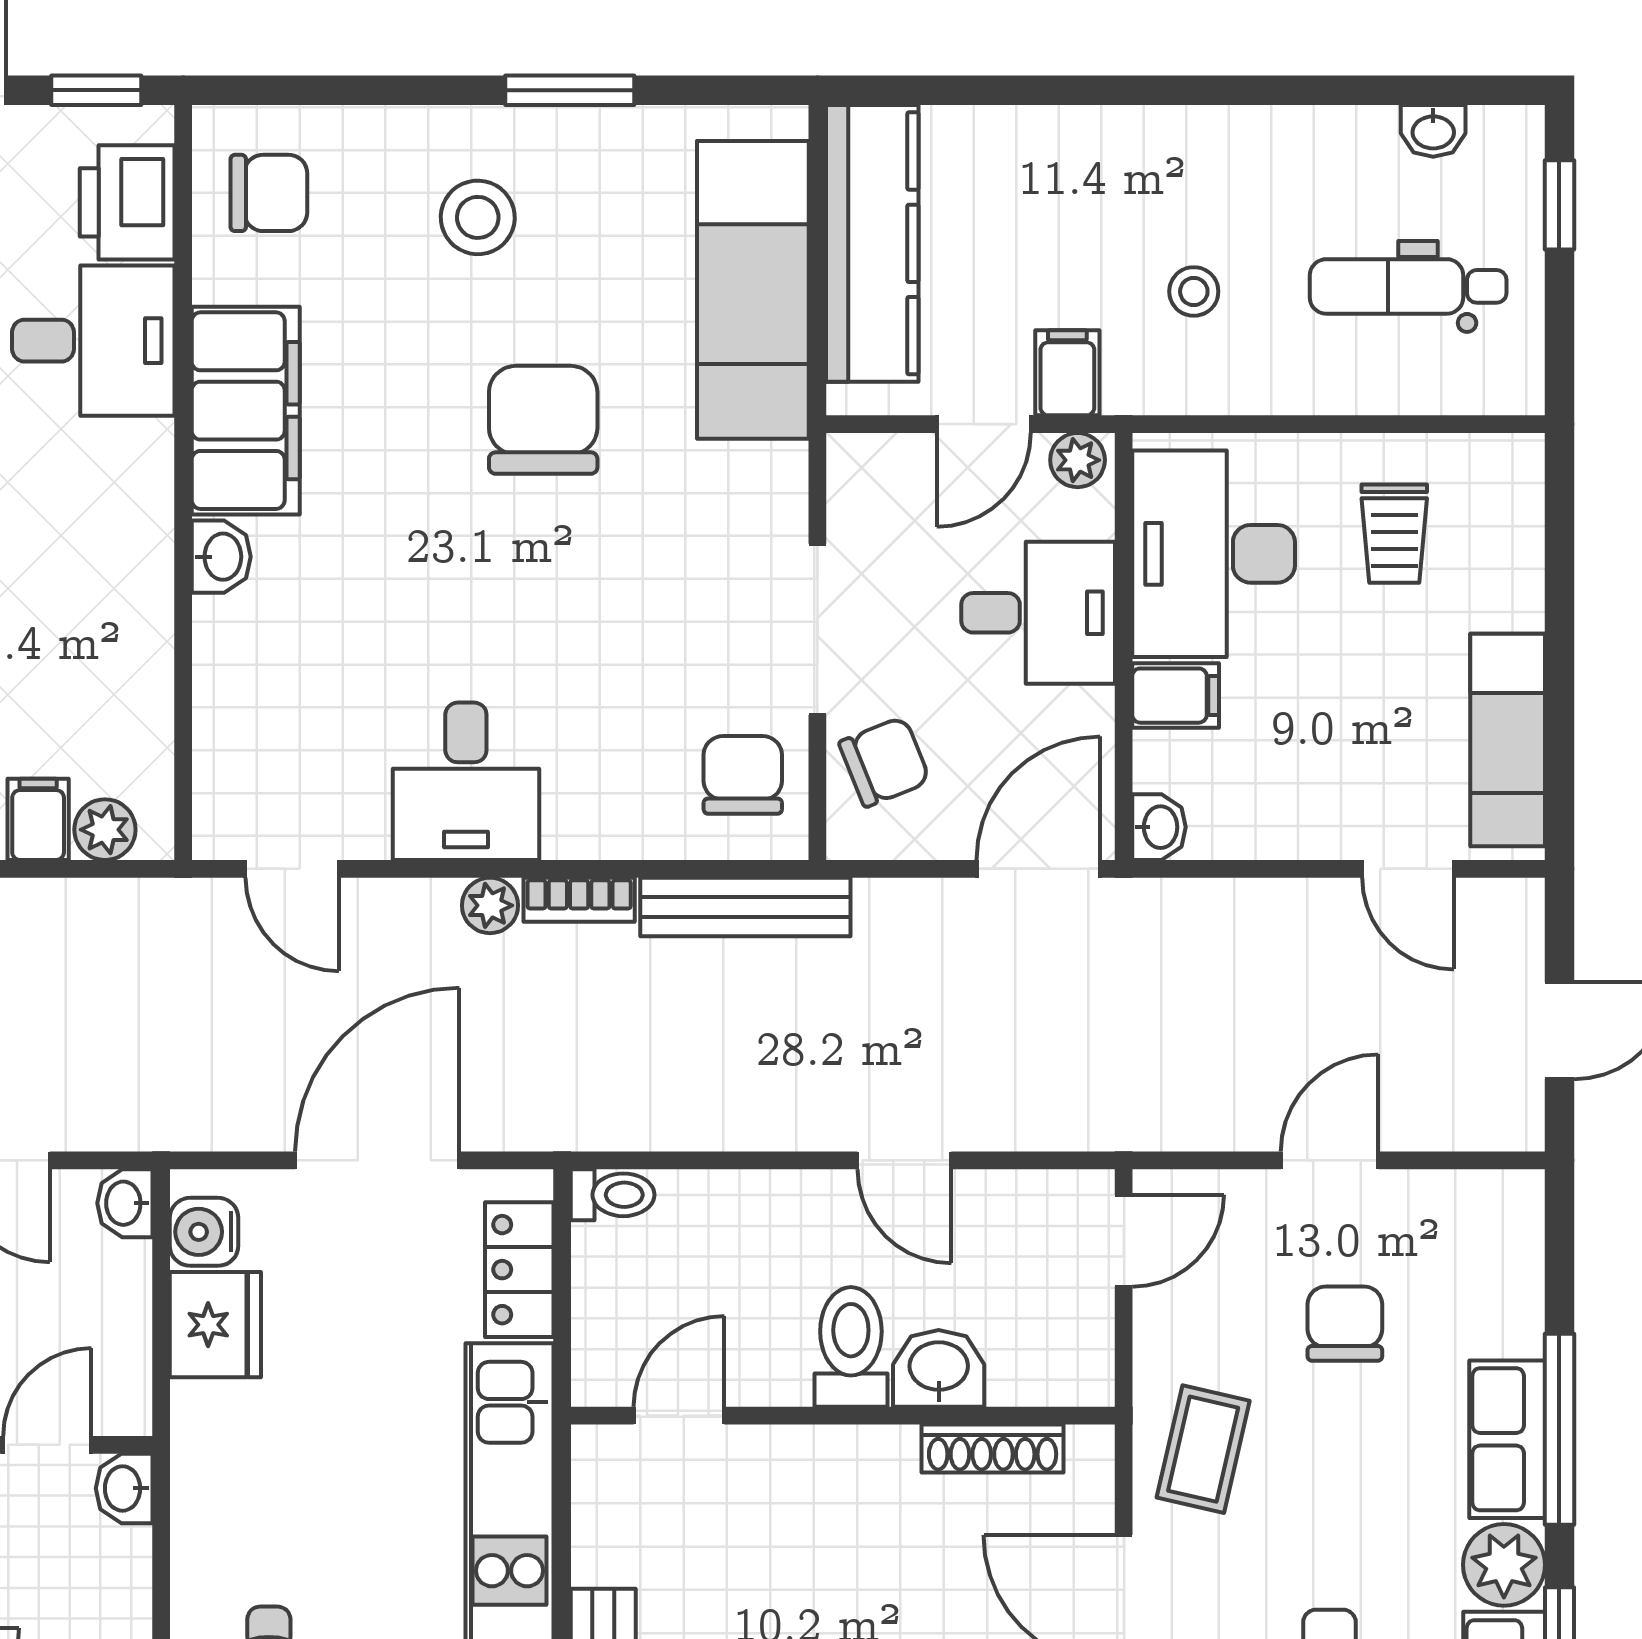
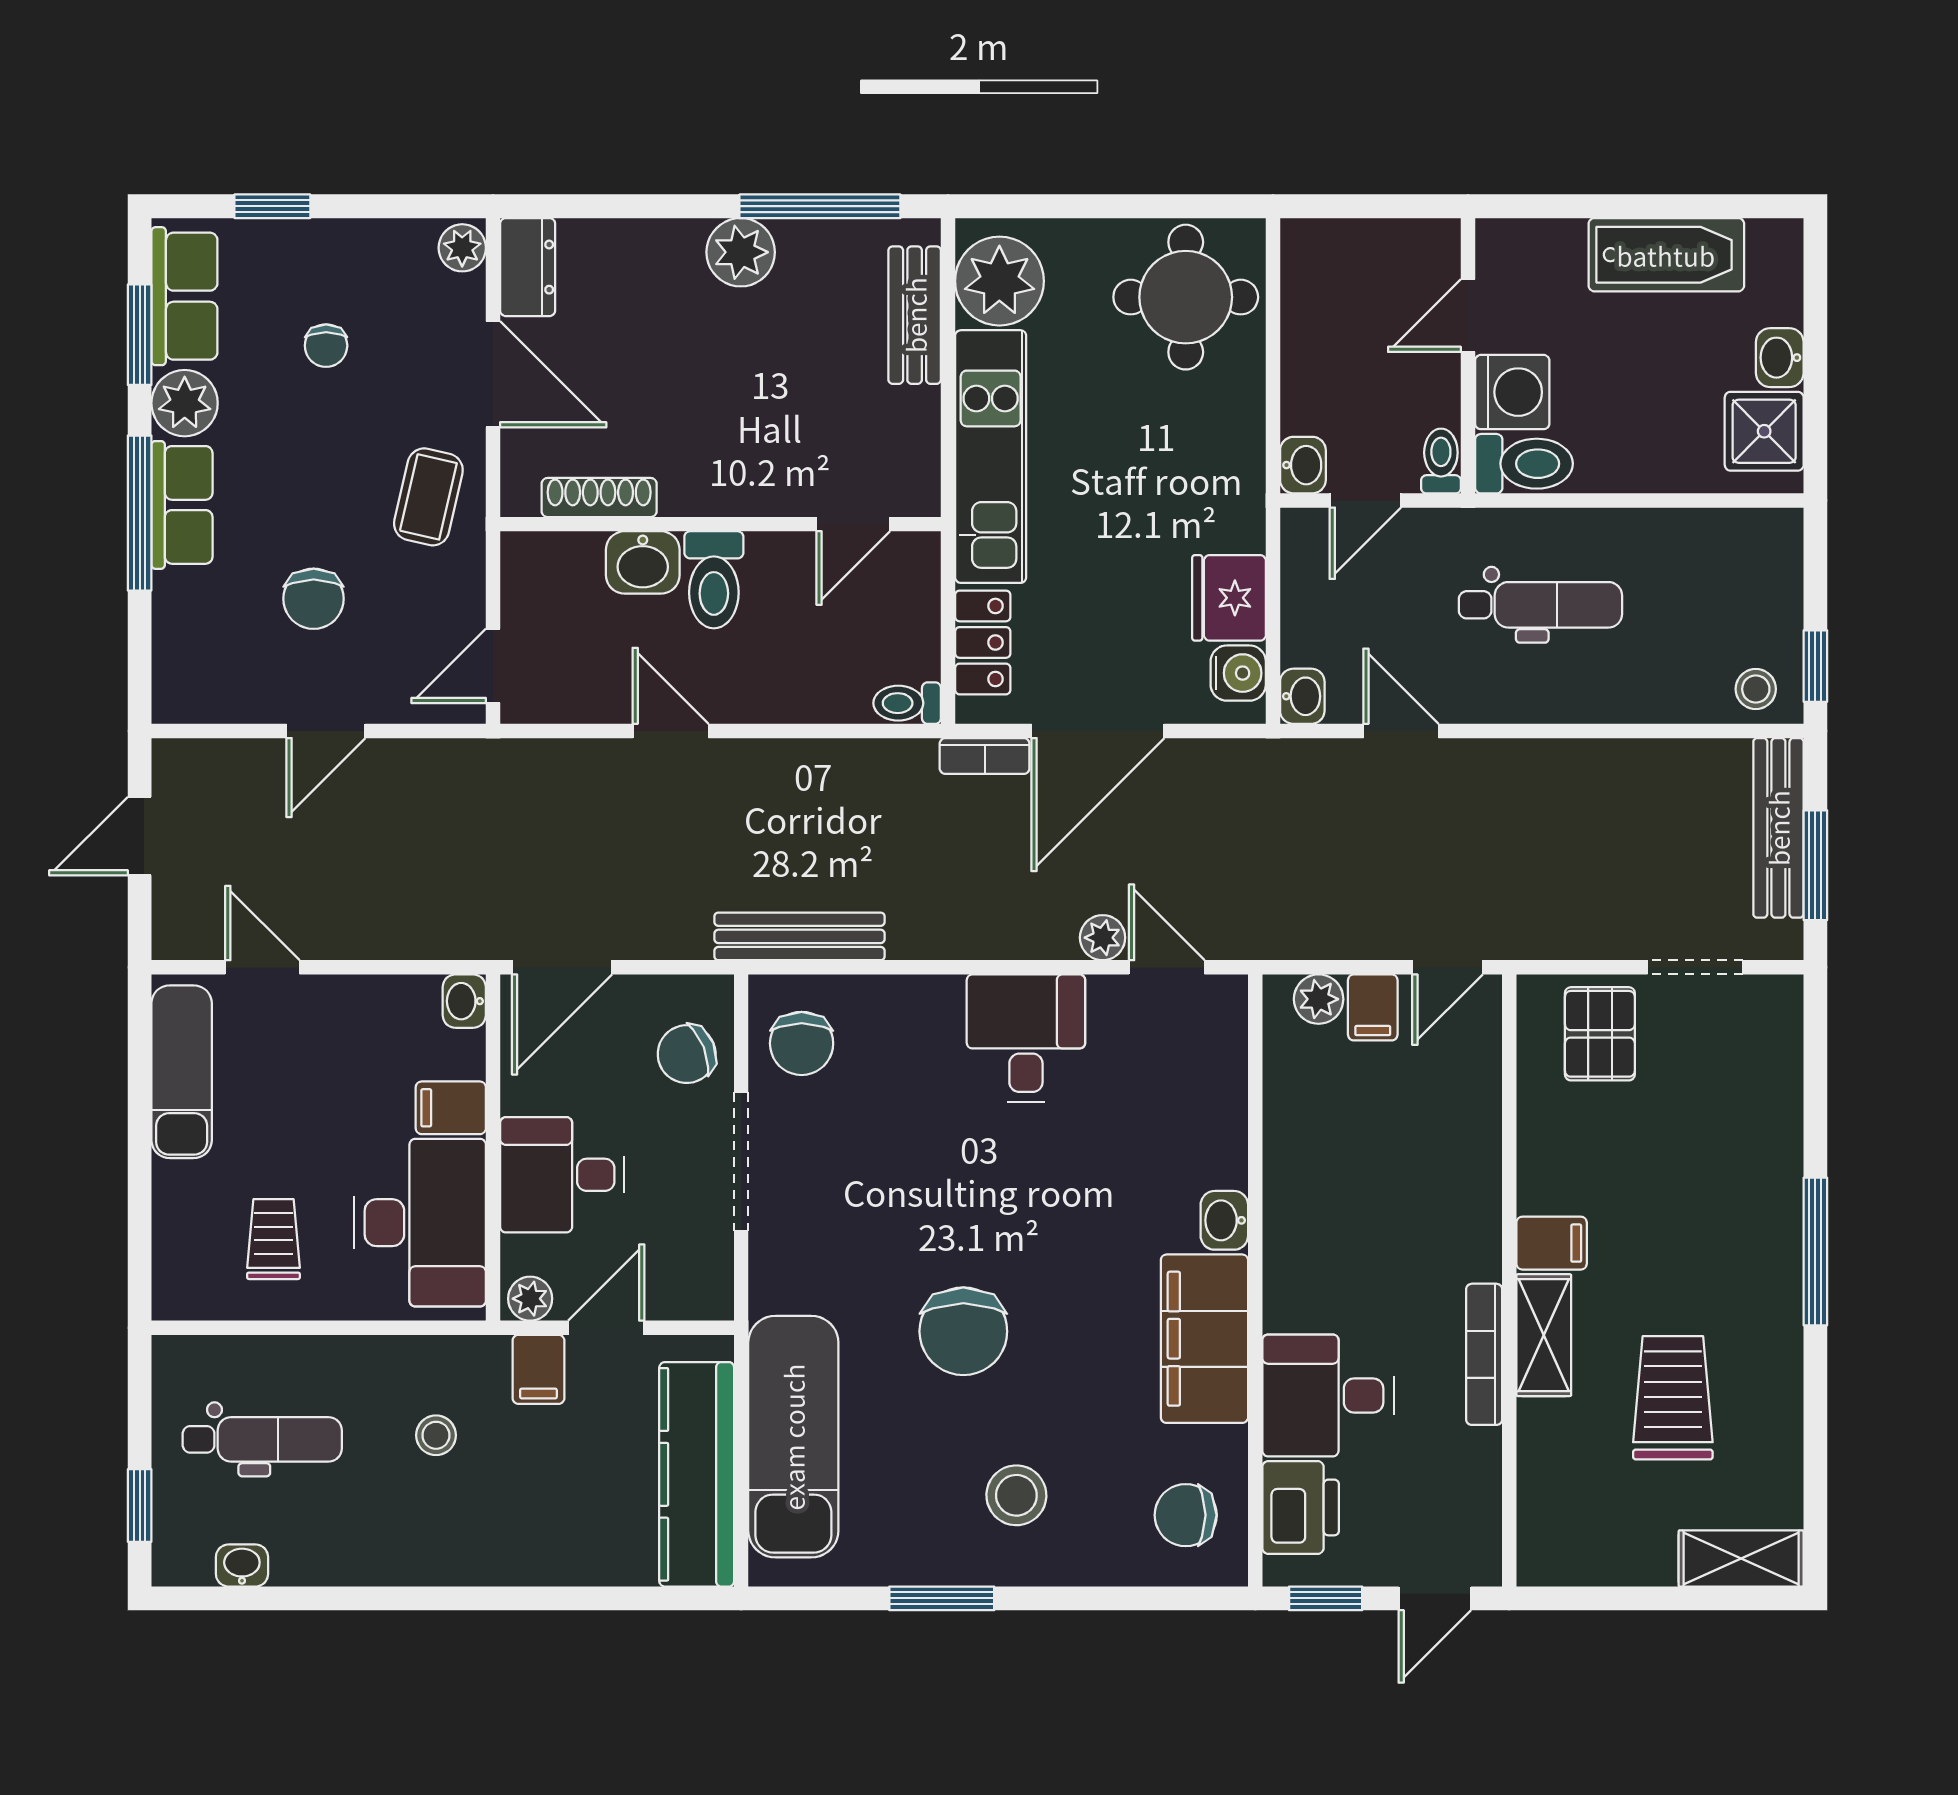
bookcase: (579, 900) -> (985, 756), moved, turned 180
plant: (490, 905) -> (1103, 938), moved

